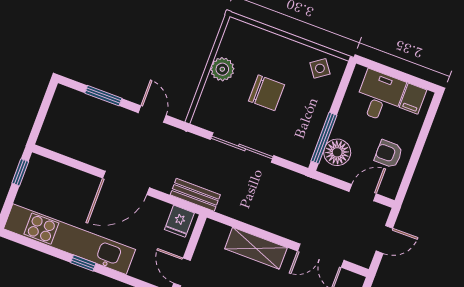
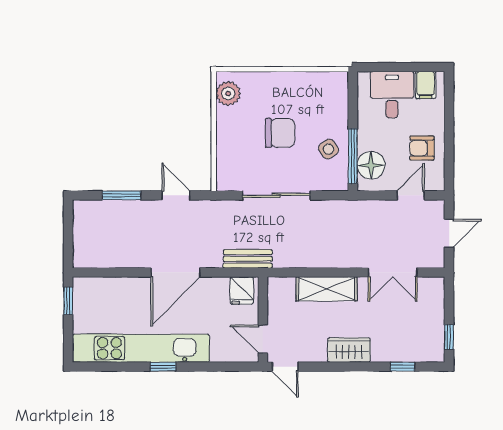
side table: (320, 68) -> (328, 149), moved
plant: (222, 69) -> (228, 93), moved

